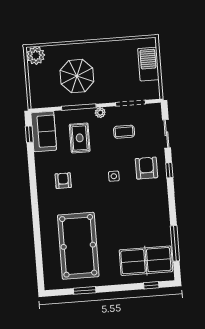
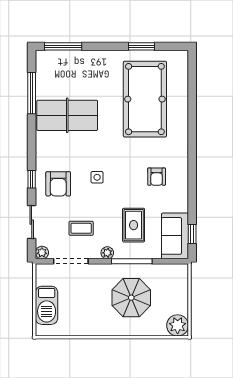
plant: (156, 109) -> (42, 253), added
table tennis table: (146, 261) -> (67, 115), moved
window: (151, 285) -> (63, 46), width x2.17

